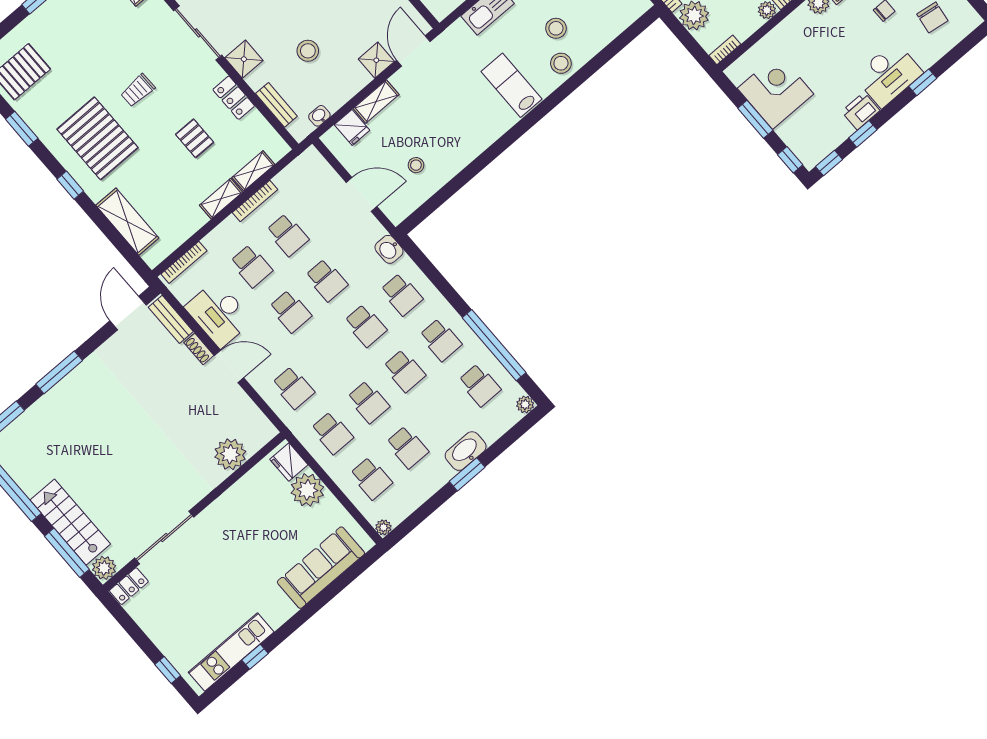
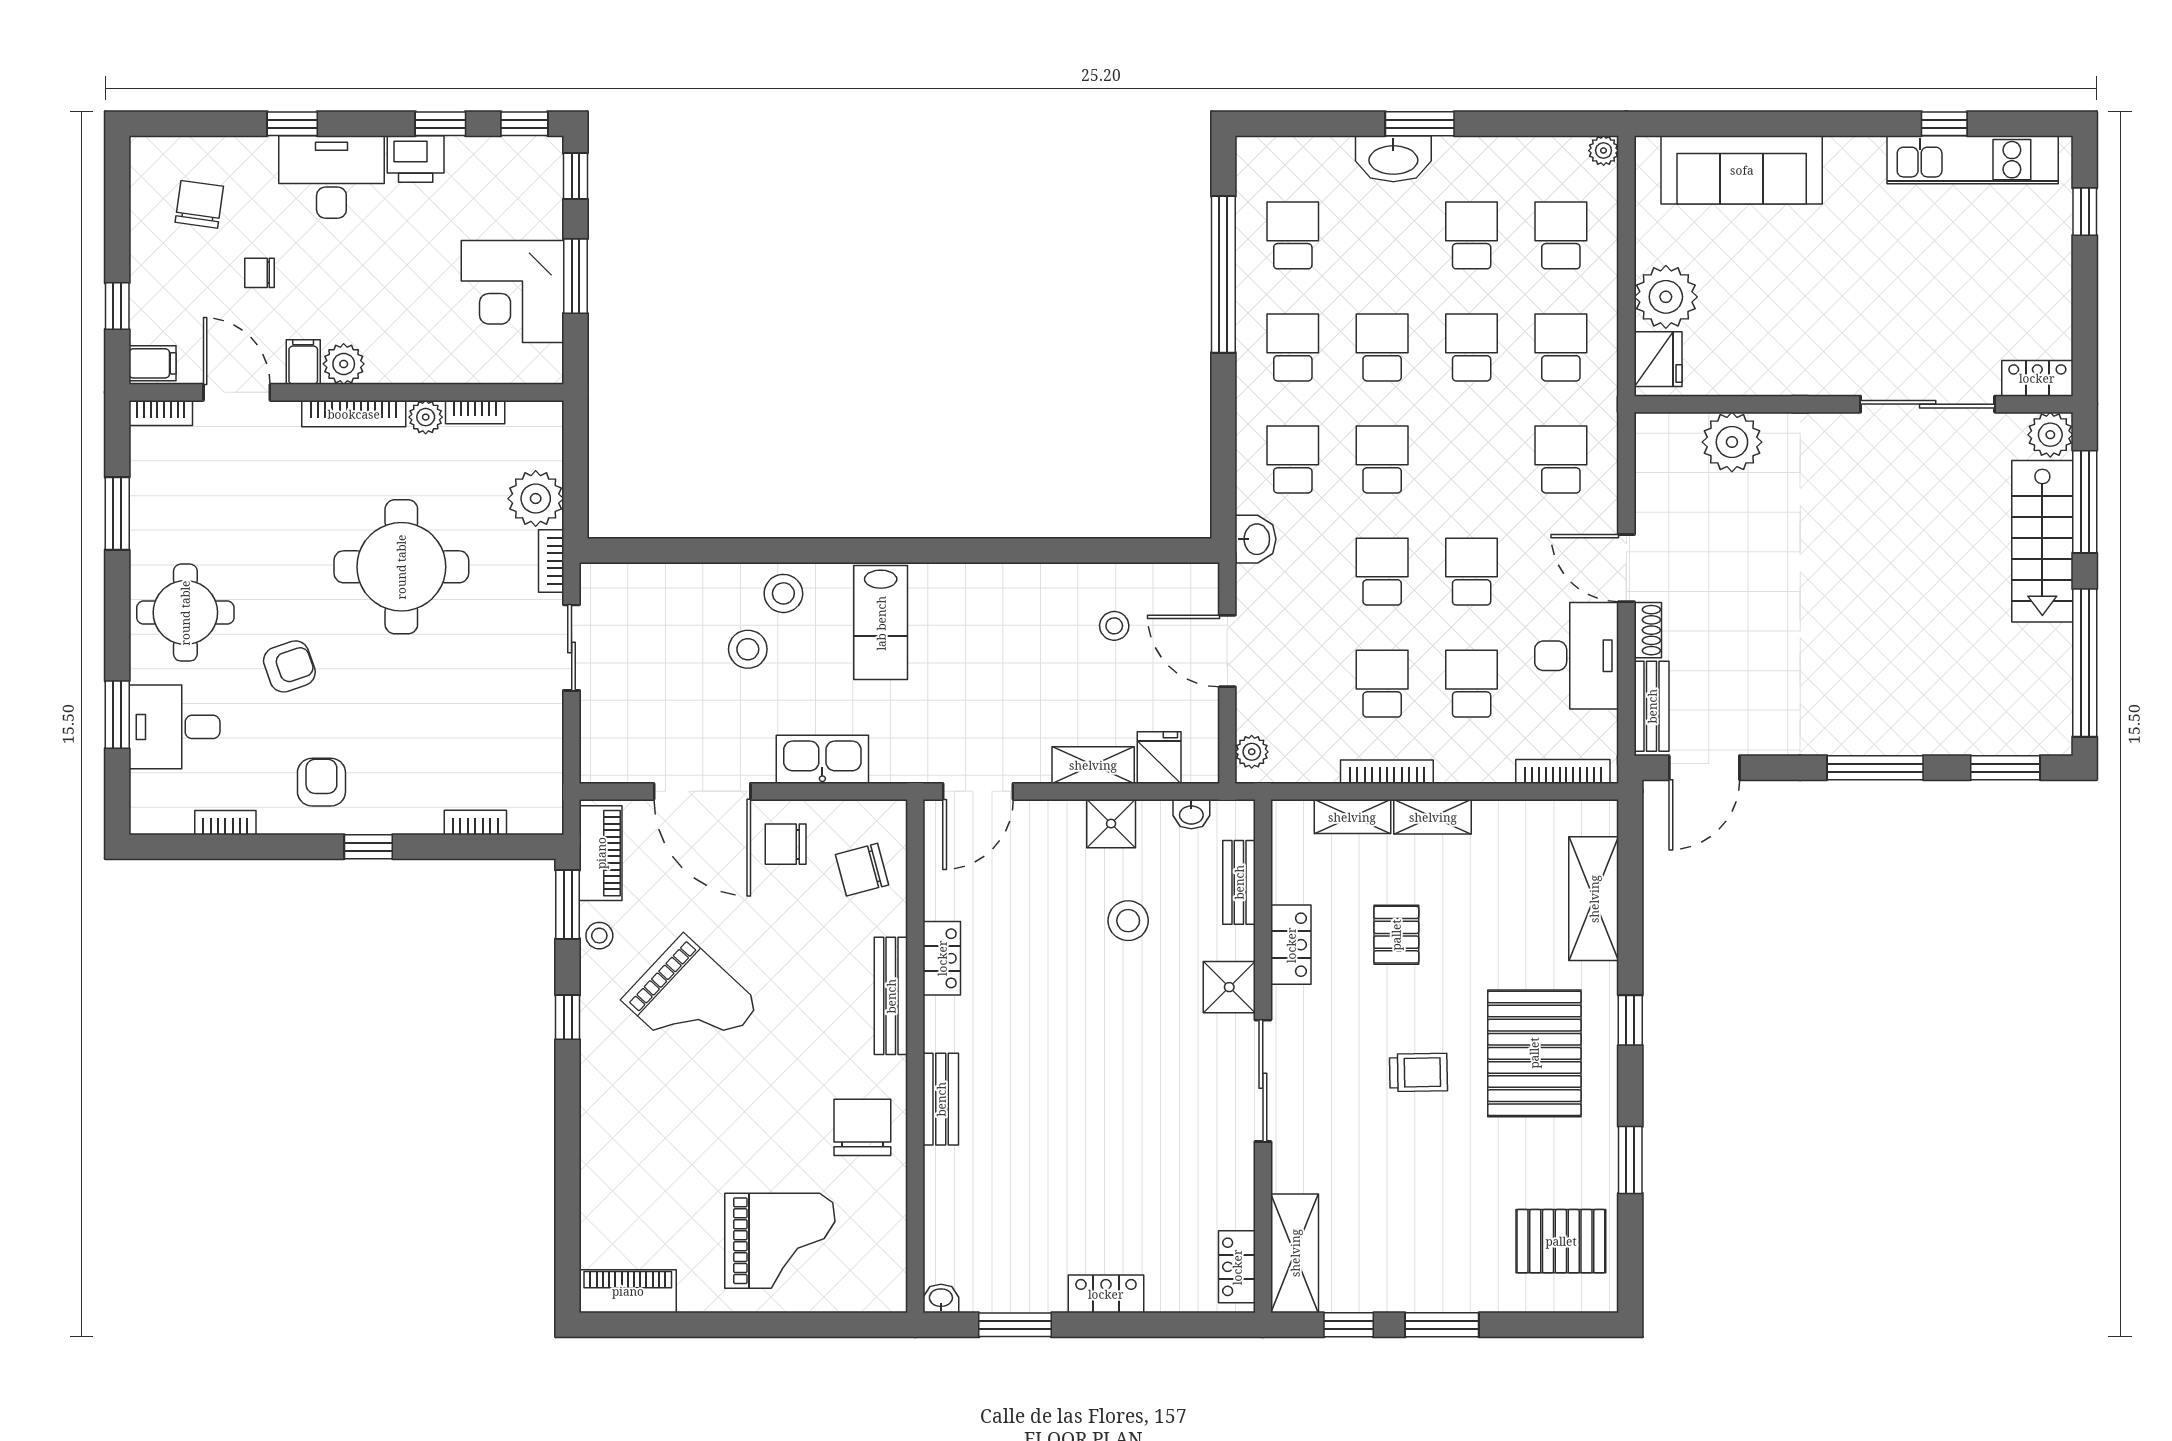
bookcase: (725, 50) -> (475, 412), moved
shower: (376, 60) -> (1111, 824), moved
plant: (525, 404) -> (1252, 752), moved

